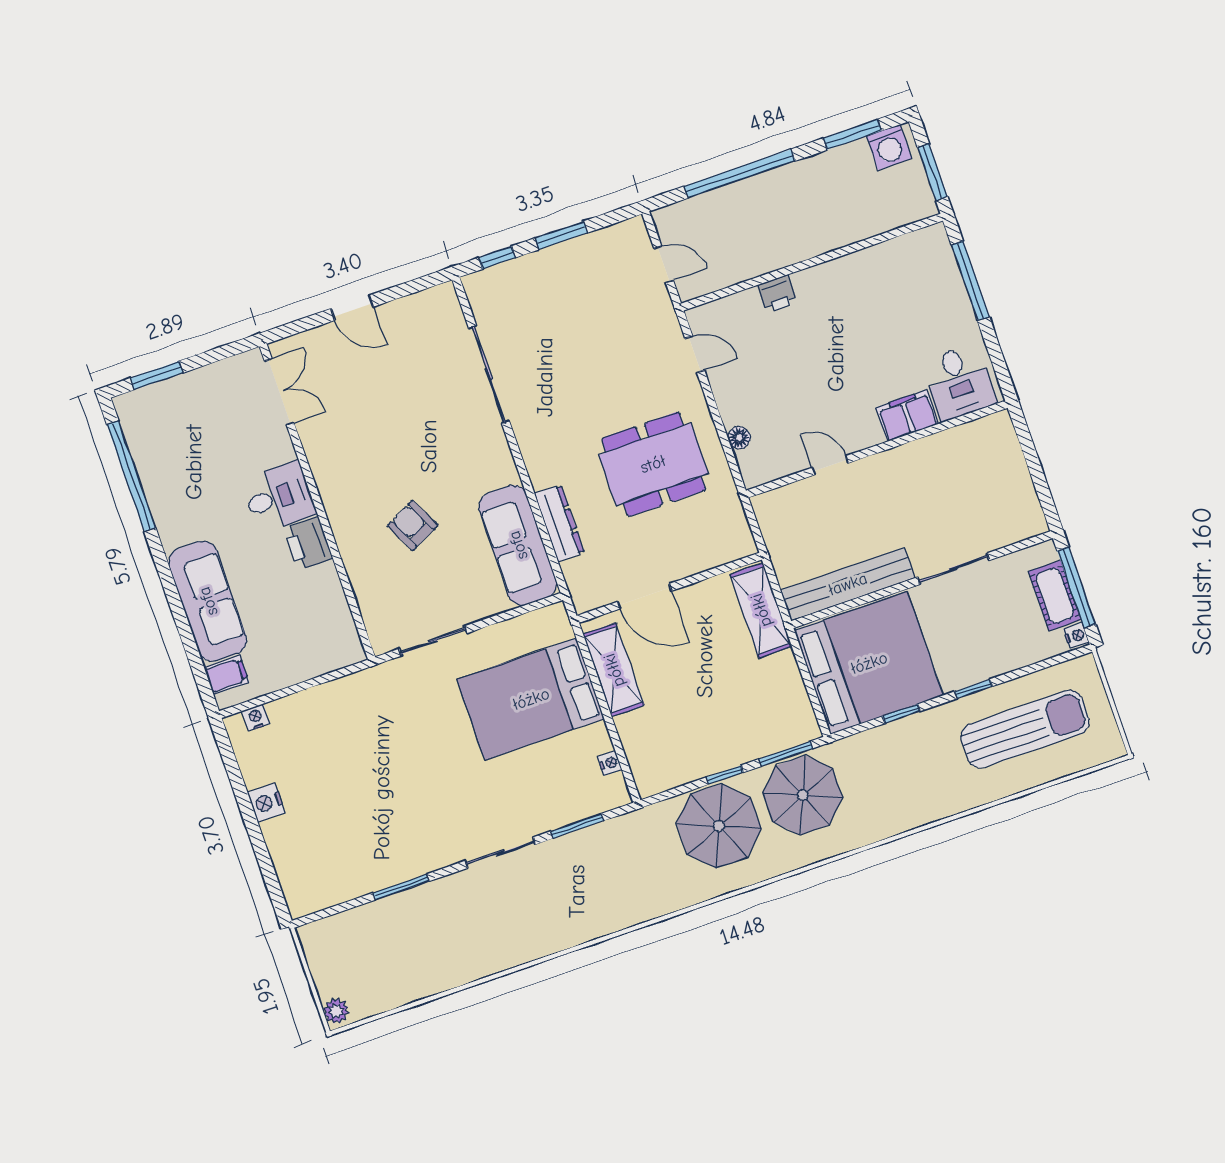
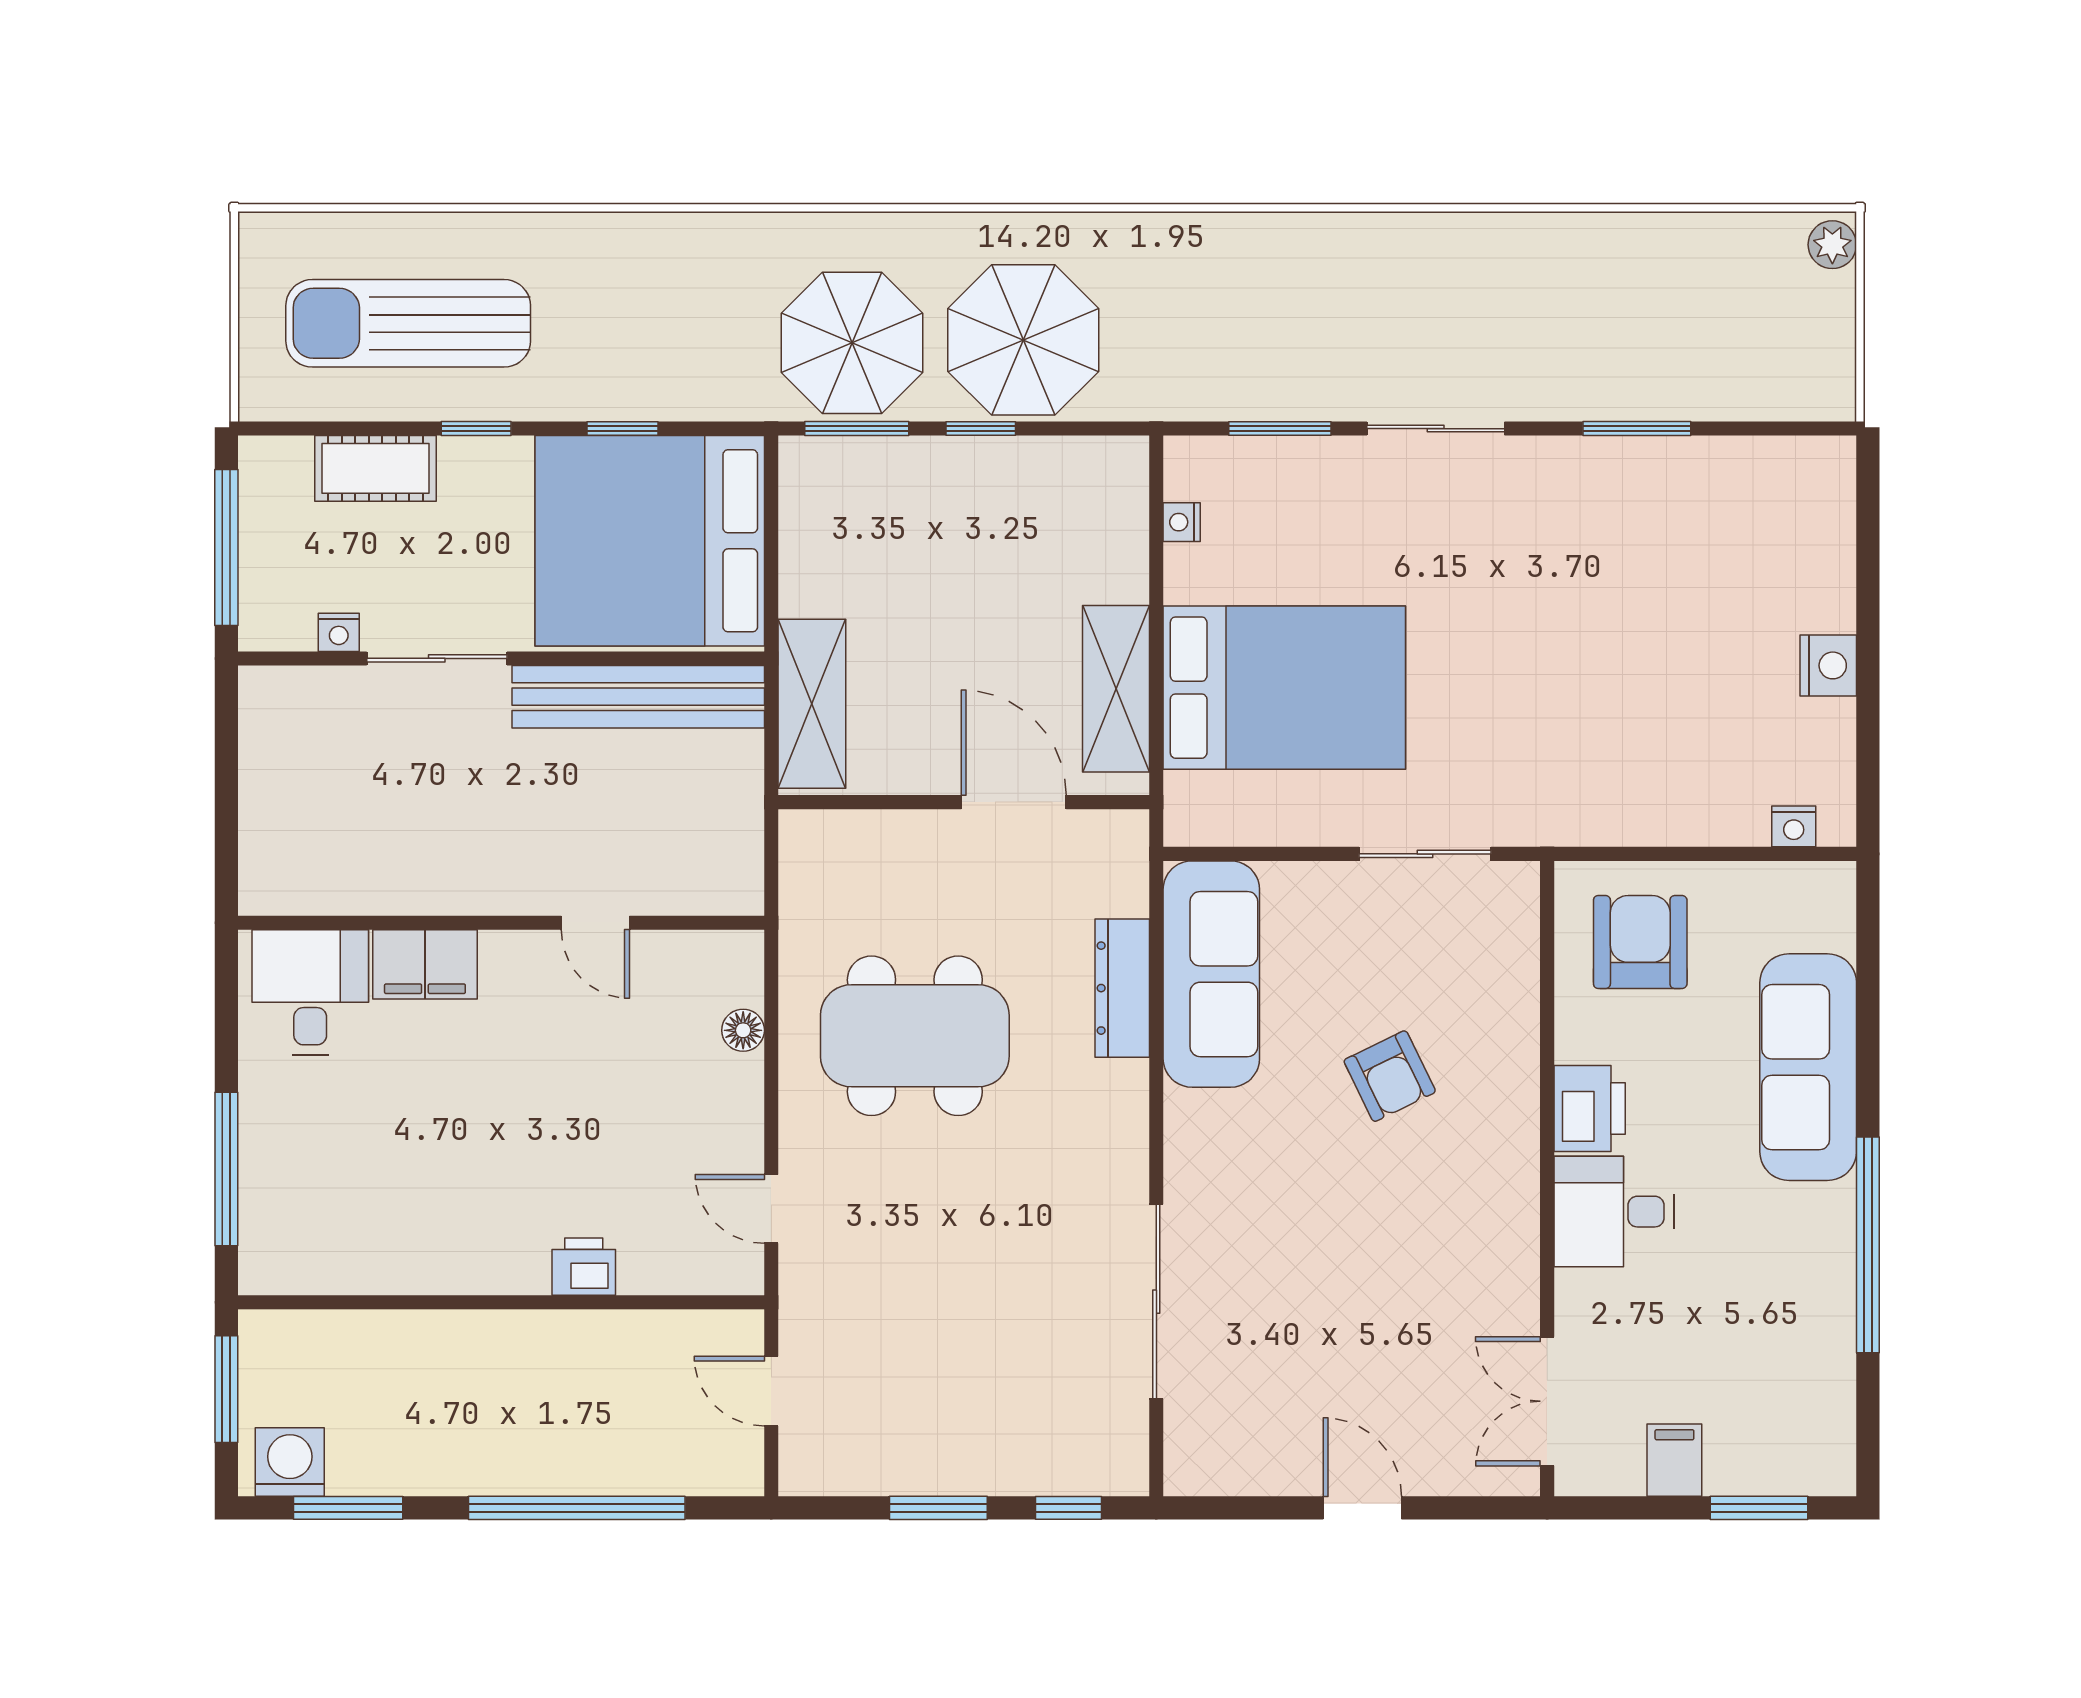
window: (131, 476) -> (1868, 1245), moved
cot: (1055, 596) -> (376, 468), moved, turned 90
armchair: (312, 634) -> (1640, 942), added
nightstand: (1076, 636) -> (339, 632), moved, turned -90
filing cabinet: (227, 675) -> (1674, 1460), moved, turned 90

